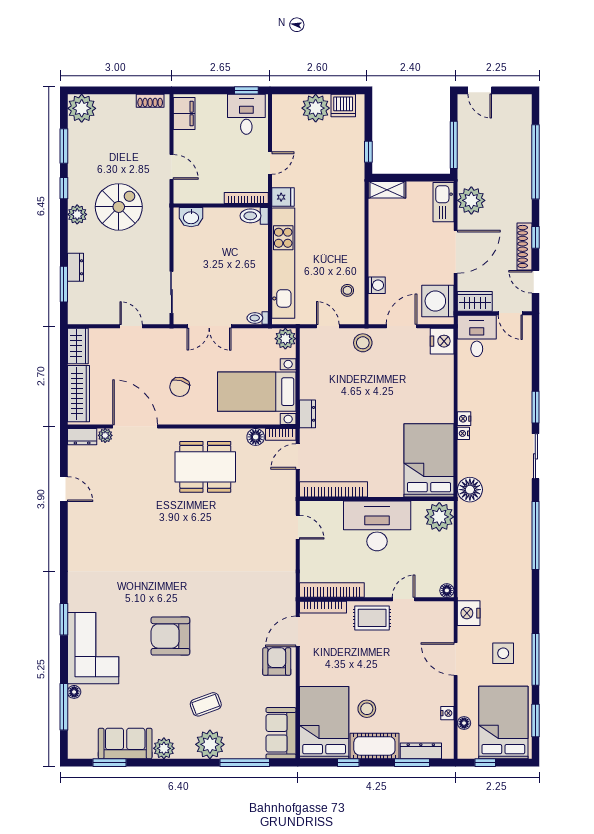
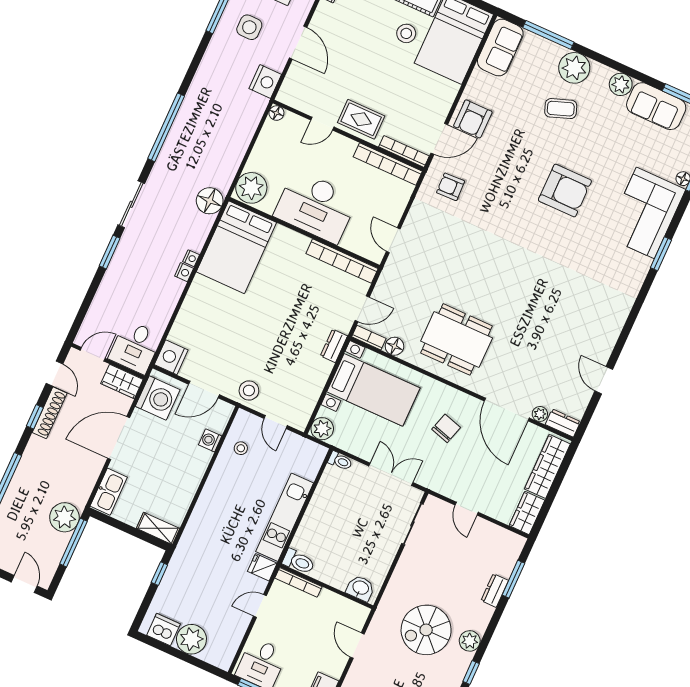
plant: (471, 200) -> (64, 517), moved
kitchen unit: (283, 263) -> (285, 517), width x0.73
door: (510, 313) -> (93, 354), hinge flipped
armchair: (269, 595) -> (451, 187), added

